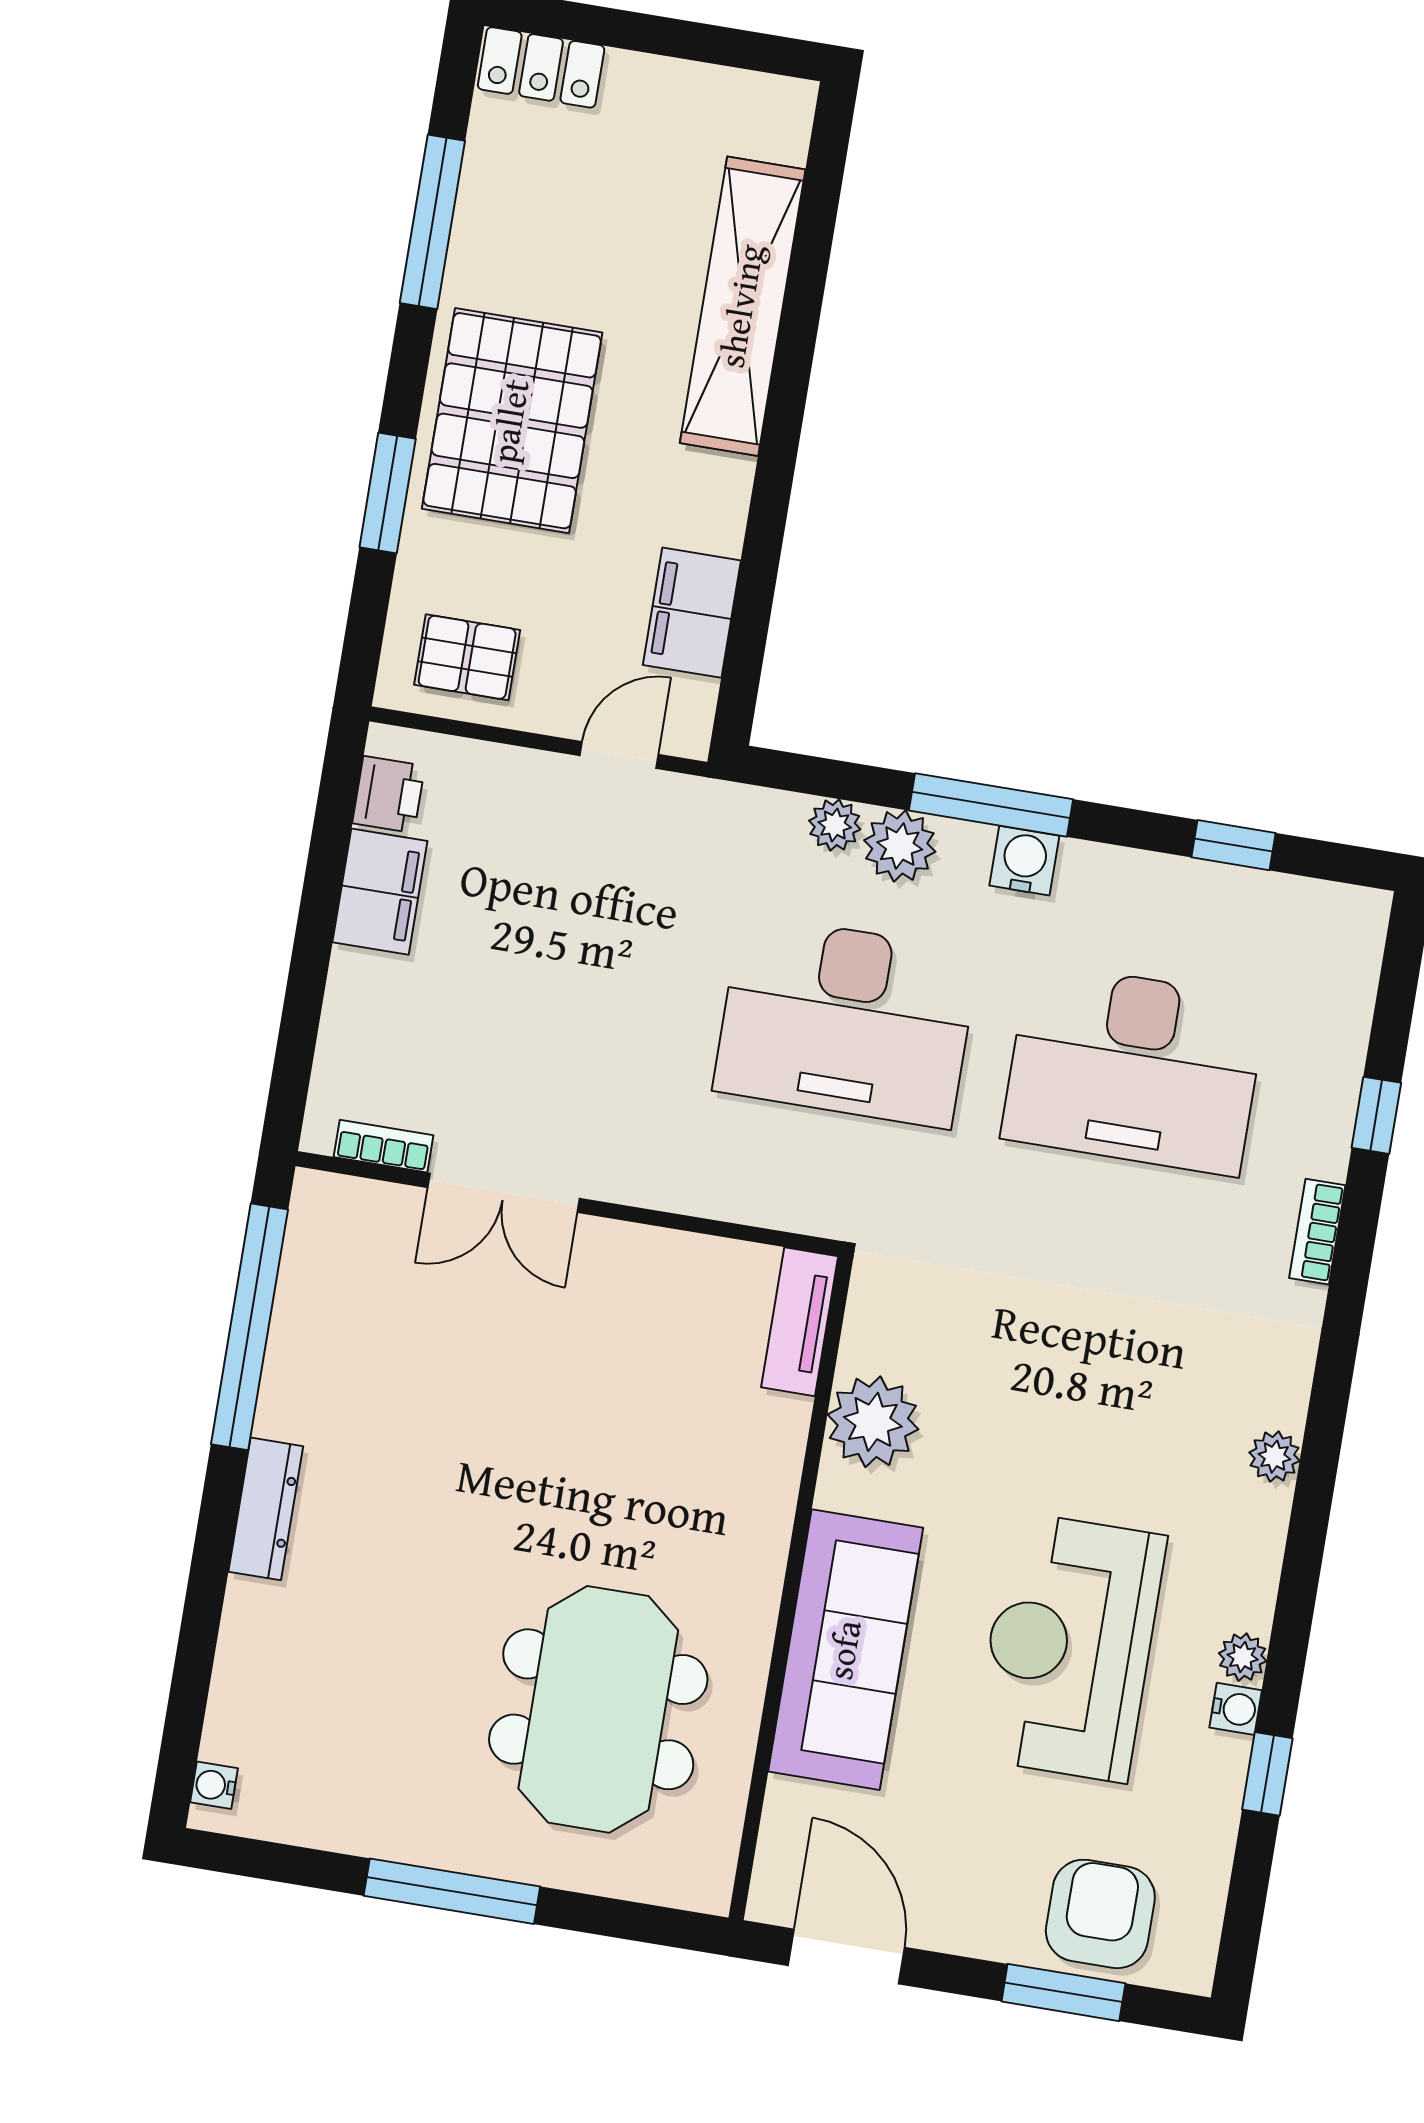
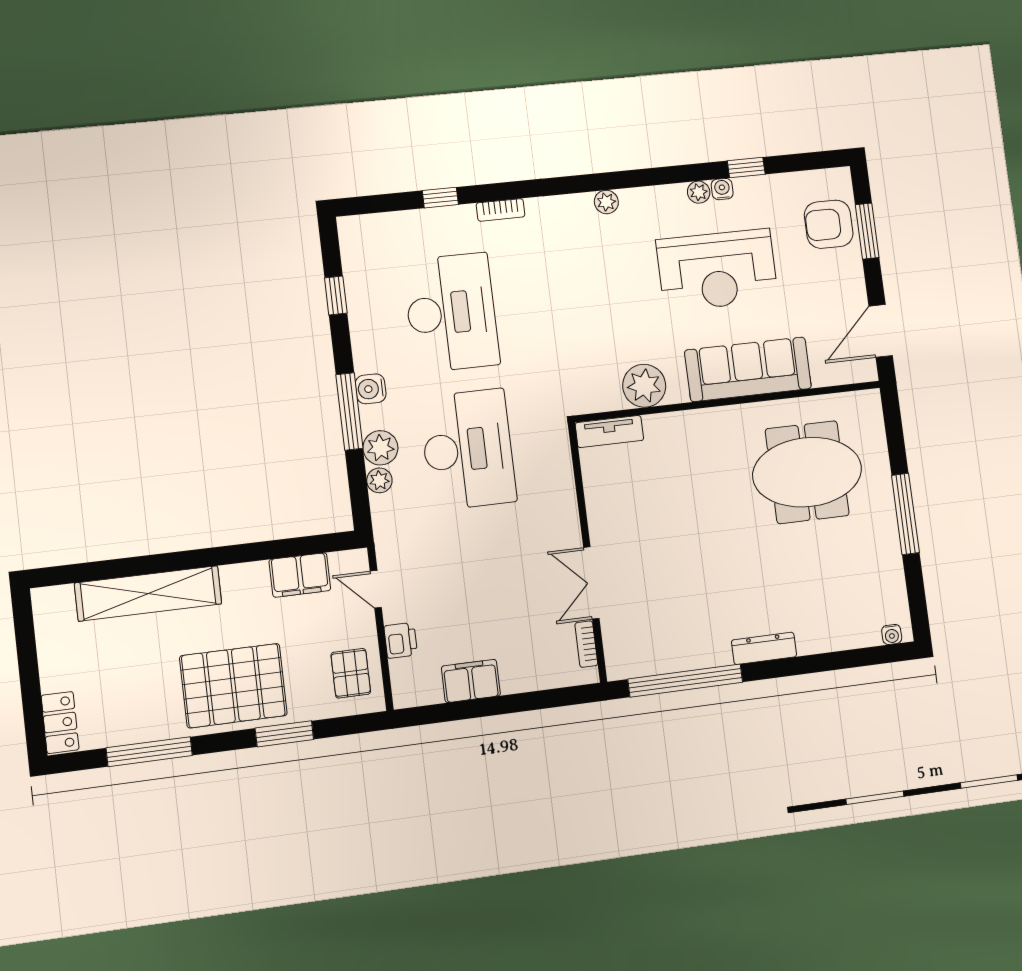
printer: (389, 795) -> (401, 640), moved, turned 90
double door: (504, 1193) -> (591, 583), swing flipped

